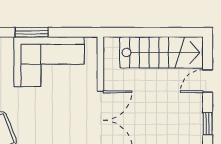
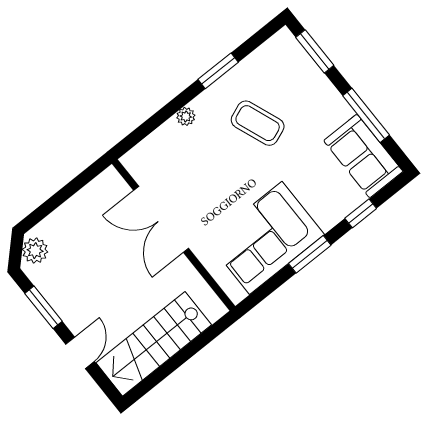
window: (208, 124) -> (44, 307), width x1.50

